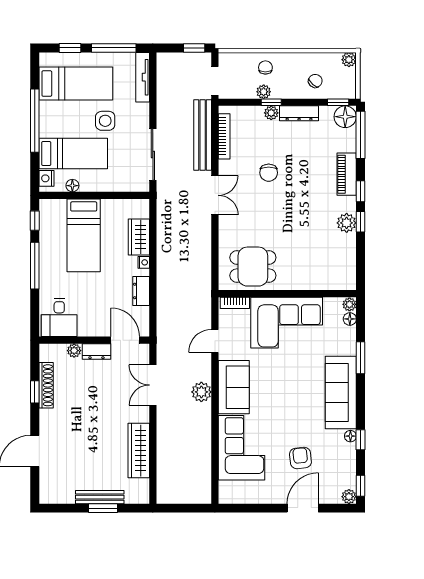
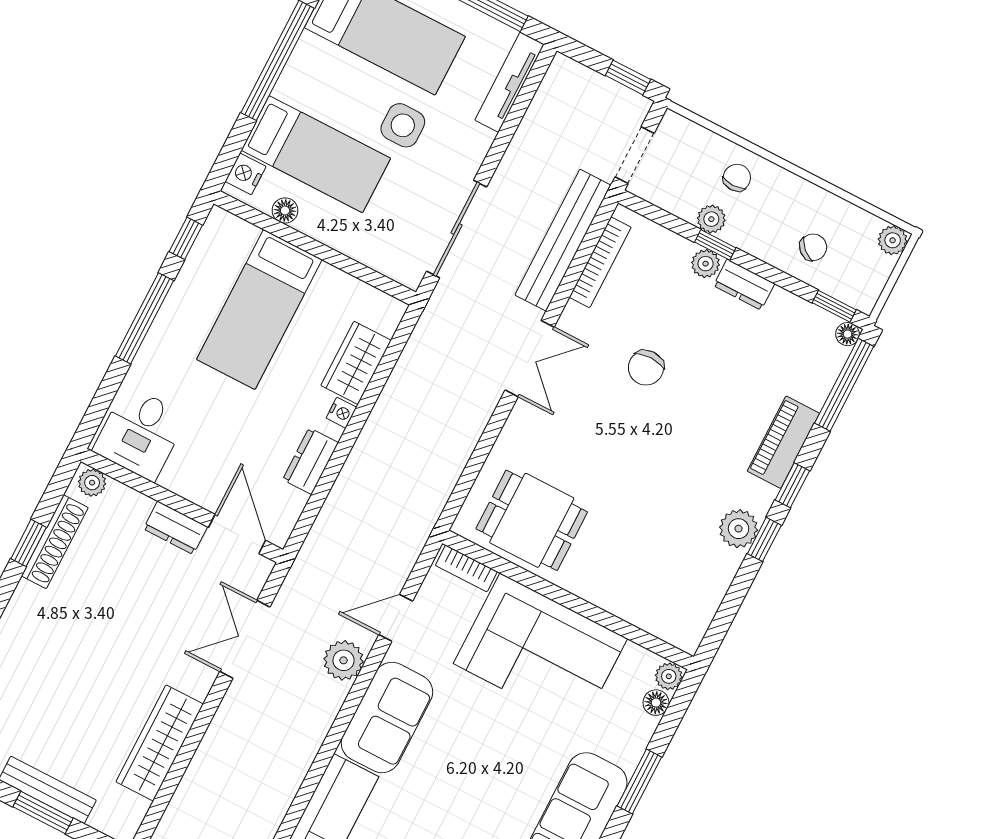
dresser: (299, 113) -> (744, 285), width x0.70
floor lamp: (345, 117) -> (848, 334), width x0.53, depth x0.53
plant: (74, 351) -> (92, 483), moved
plant: (201, 392) -> (344, 660), moved

